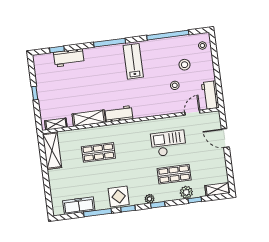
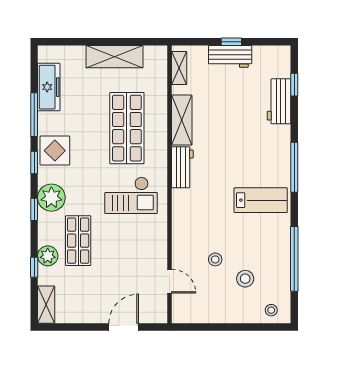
workbench: (210, 95) -> (230, 56), moved, turned 180
checkout: (169, 143) -> (131, 195), moved, turned 90
shelving: (52, 151) -> (114, 57), moved
shop shelf: (98, 152) -> (127, 128), width x1.43, depth x1.36
plant: (149, 199) -> (51, 198), width x1.87, depth x1.87

